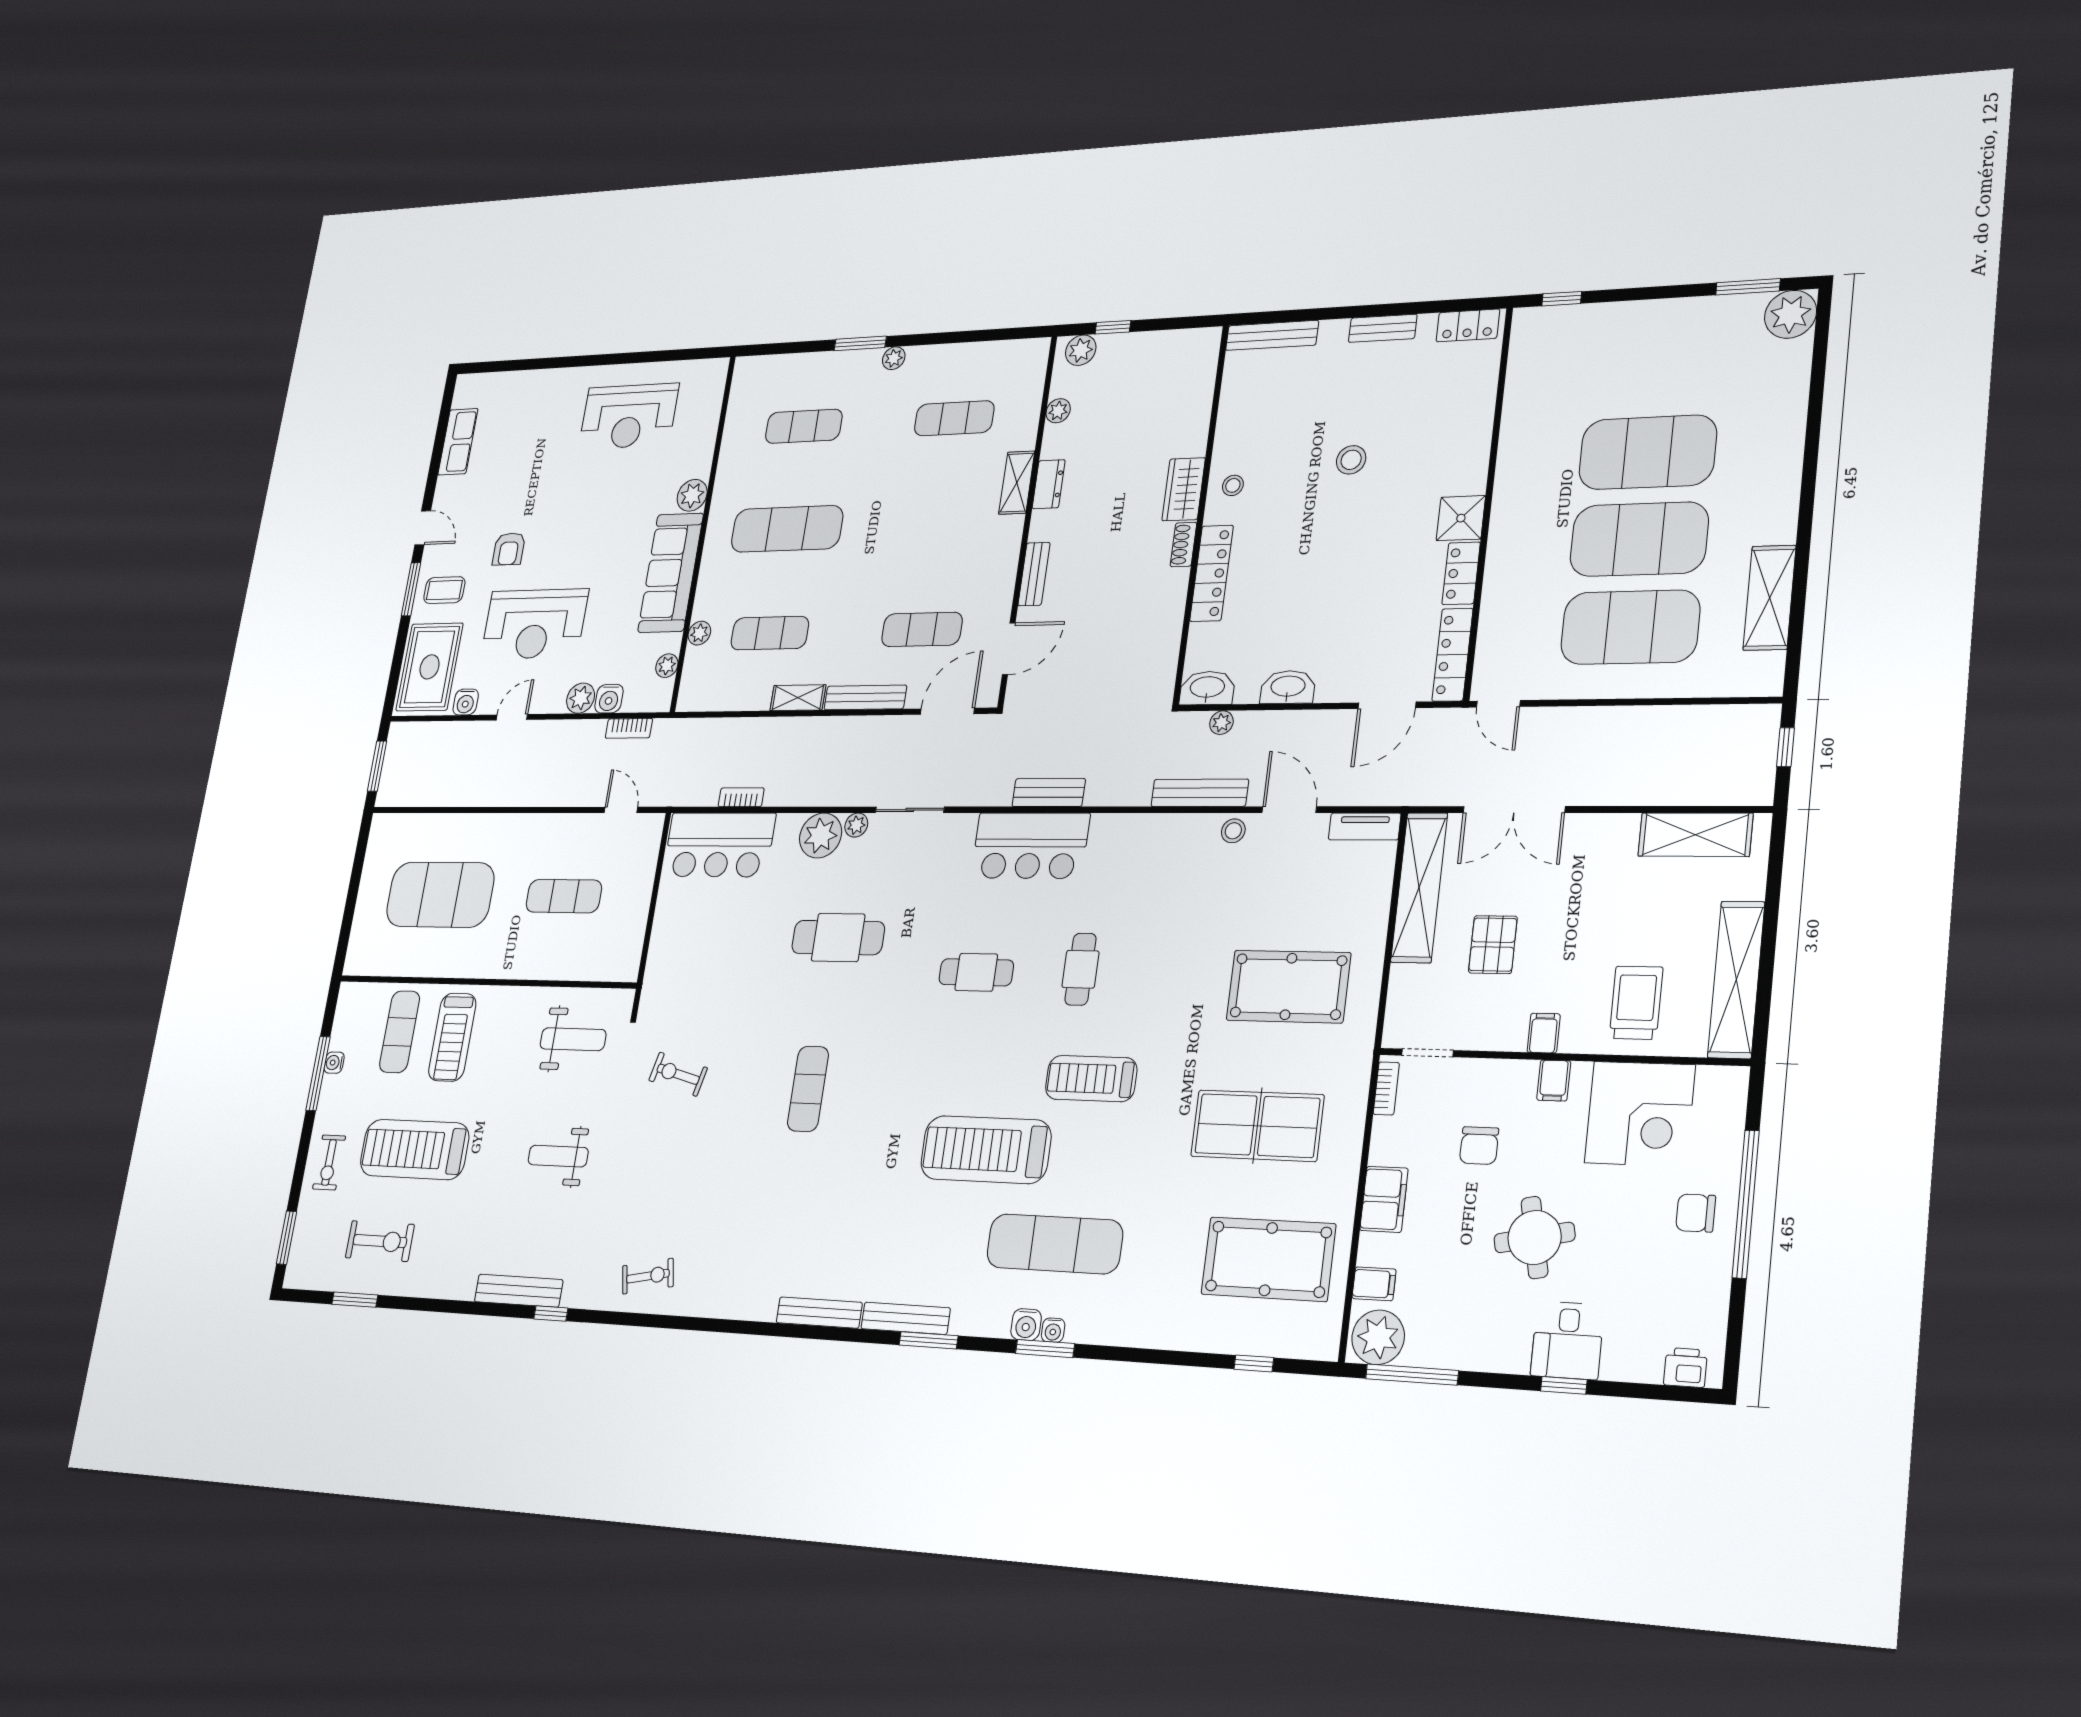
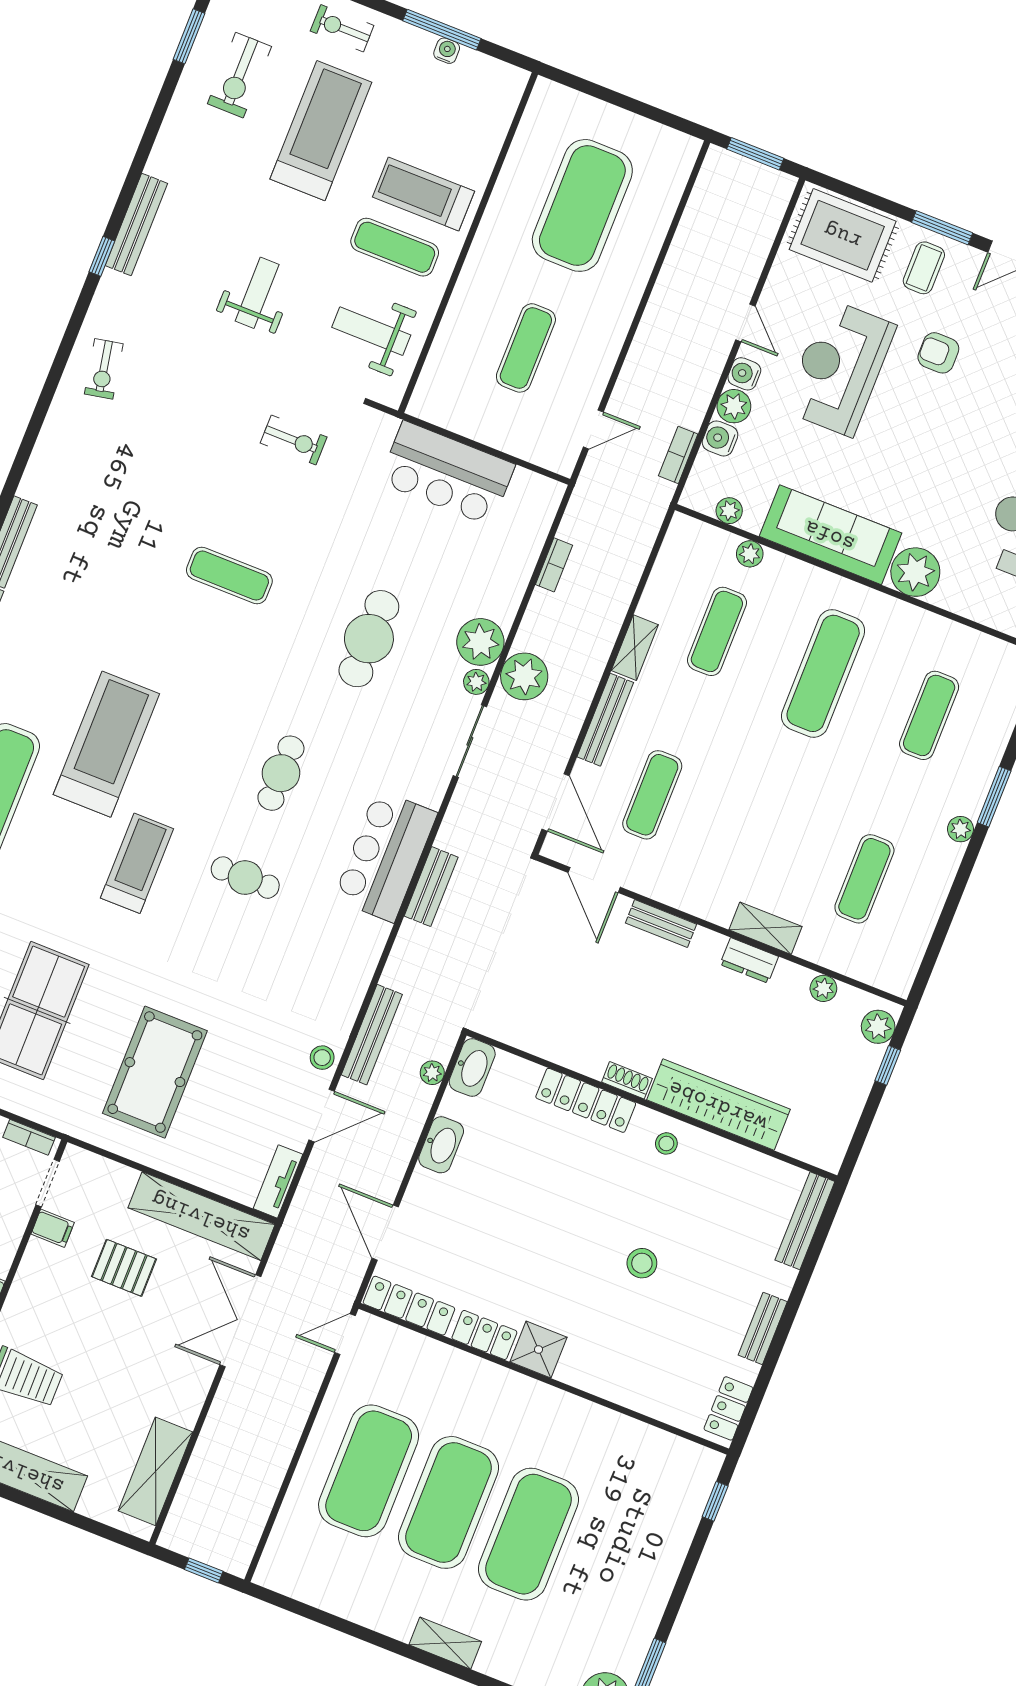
wardrobe: (1184, 489) -> (718, 1105), width x2.10, depth x1.17
plant: (692, 495) -> (915, 572), width x1.36, depth x1.36
shelving: (1770, 598) -> (445, 1643), moved, width x0.67, depth x0.75
water cooler: (466, 702) -> (744, 374), moved
plant: (843, 784) -> (524, 676), added
bar counter: (719, 845) -> (447, 473), moved, turned -90
exercise mat: (400, 1032) -> (395, 247), moved
filing cabinet: (1544, 1033) -> (53, 1228), moved
weight bench: (573, 1039) -> (371, 331), turned 90
exercise bike: (678, 1074) -> (294, 440), turned 76

